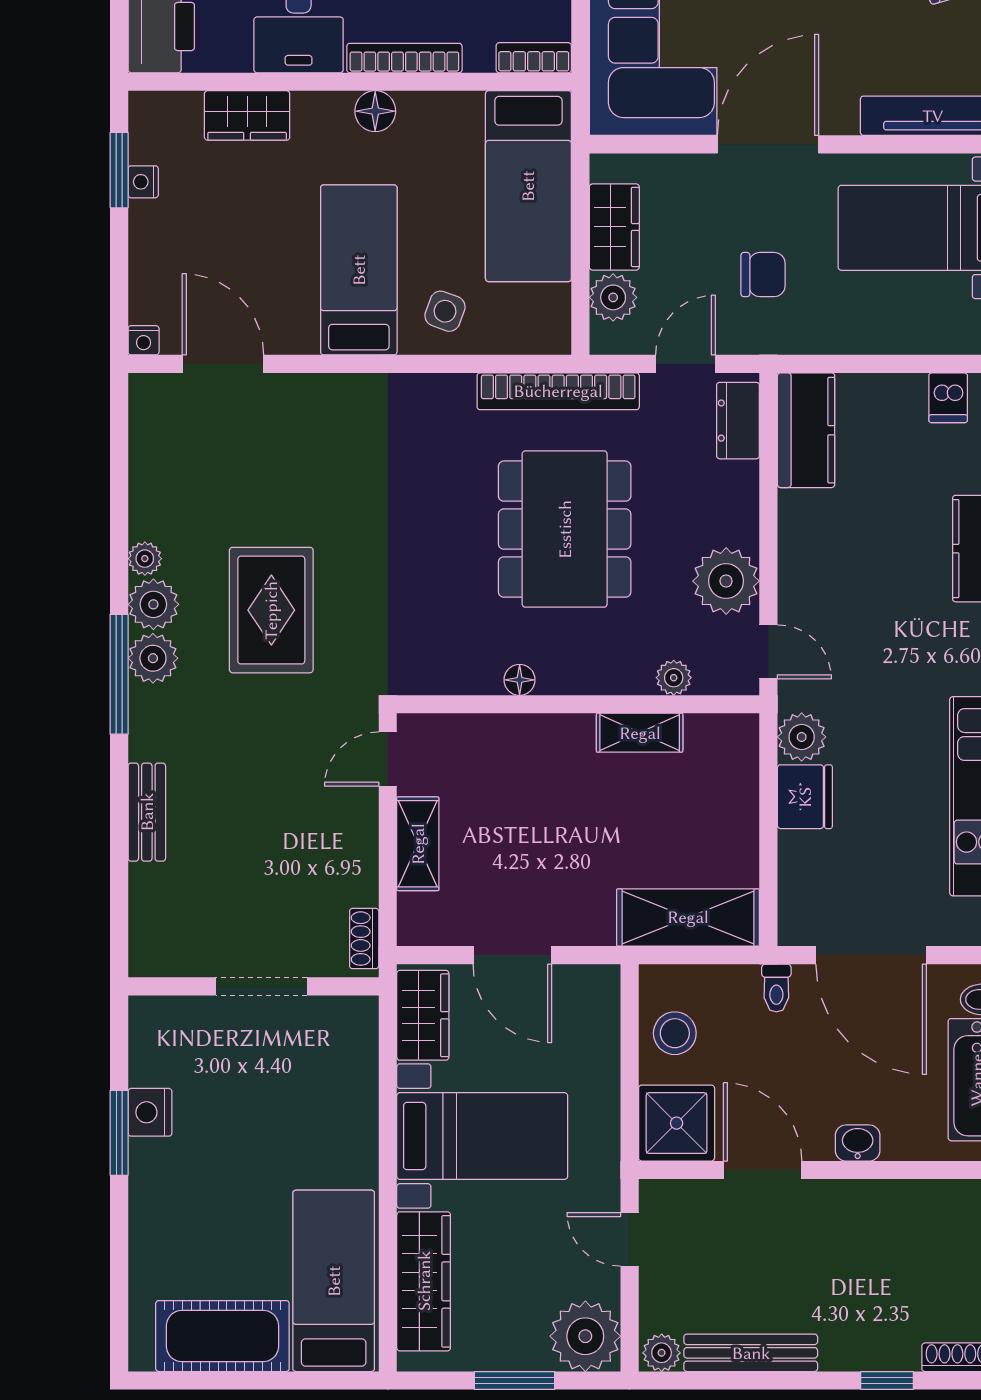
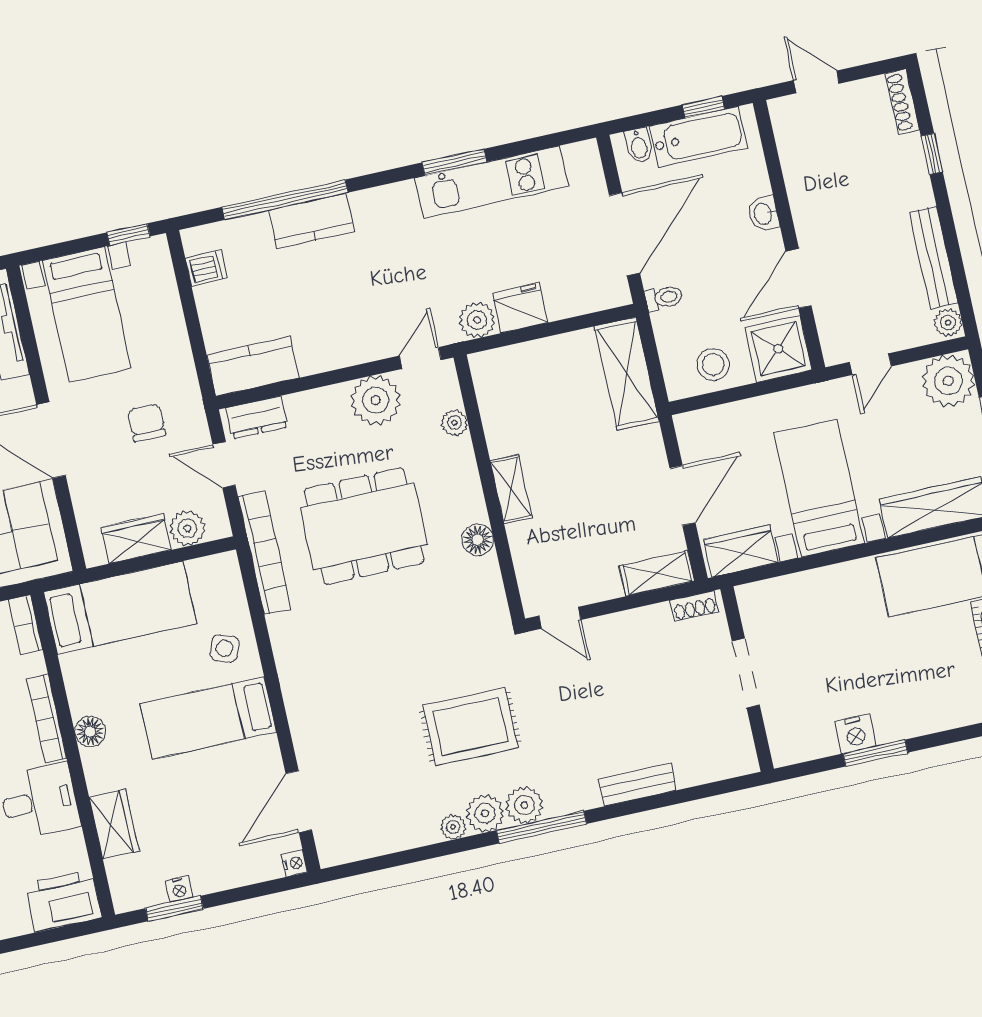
floor lamp: (520, 680) -> (478, 540), width x1.37, depth x1.37
shelving: (640, 733) -> (511, 489), moved
shelving: (418, 844) -> (657, 573), moved

